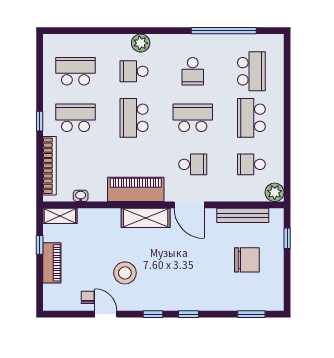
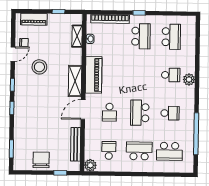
school desk: (134, 71) -> (171, 75), turned 90
school desk: (193, 71) -> (170, 113), turned 180
school desk: (134, 118) -> (140, 74), removed
school desk: (193, 118) -> (140, 113), turned 180
shelving: (60, 216) -> (77, 36), moved
chair: (247, 260) -> (41, 160), moved, turned 180
piano: (52, 263) -> (34, 19), moved

